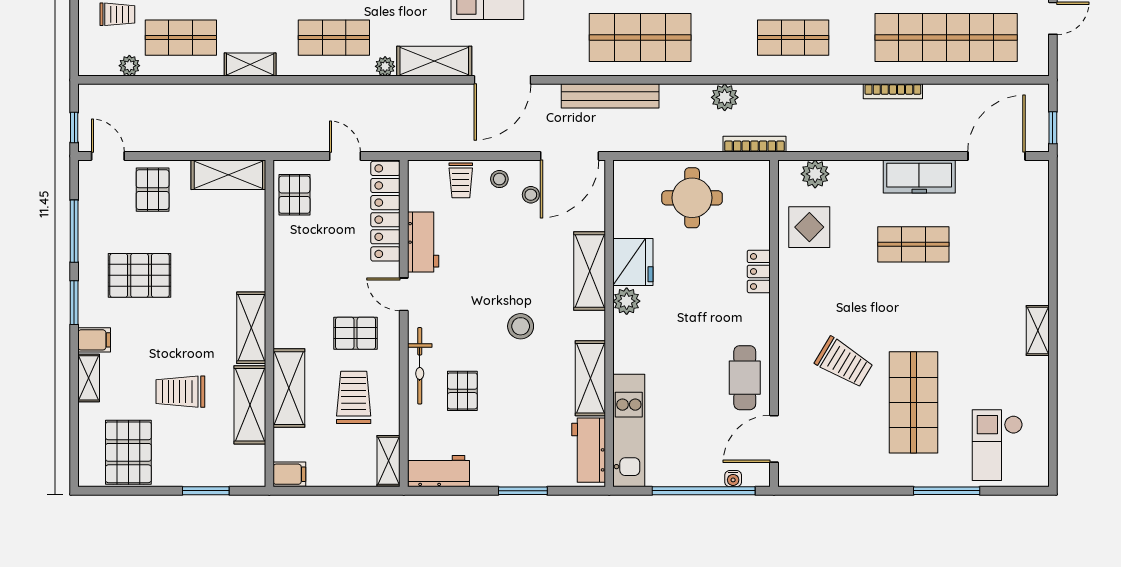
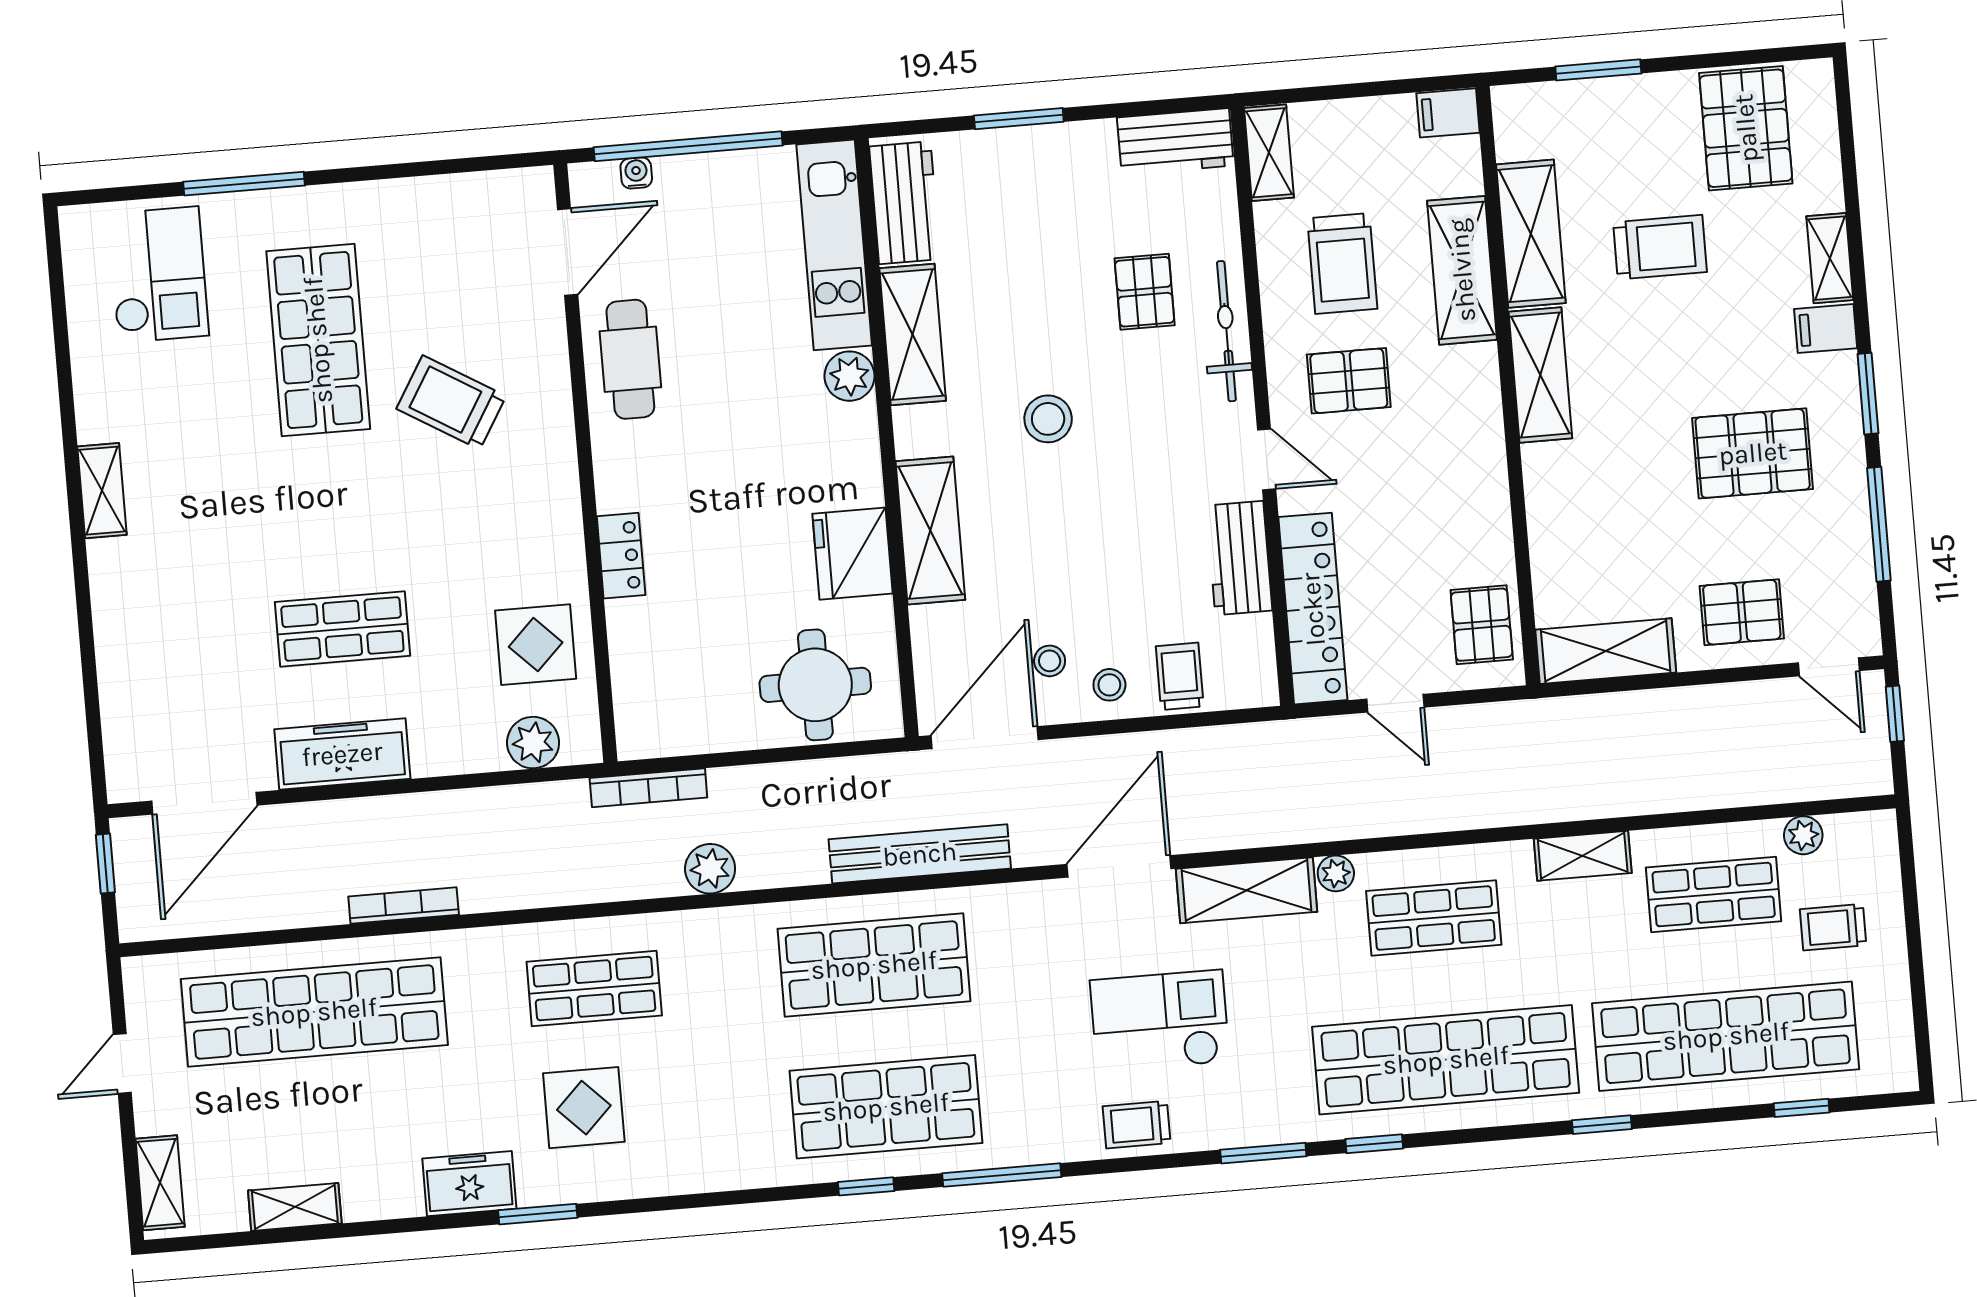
pallet: (153, 190) -> (1742, 612), turned 90
round table: (692, 198) -> (815, 685), moved
plant: (627, 301) -> (849, 376), moved

